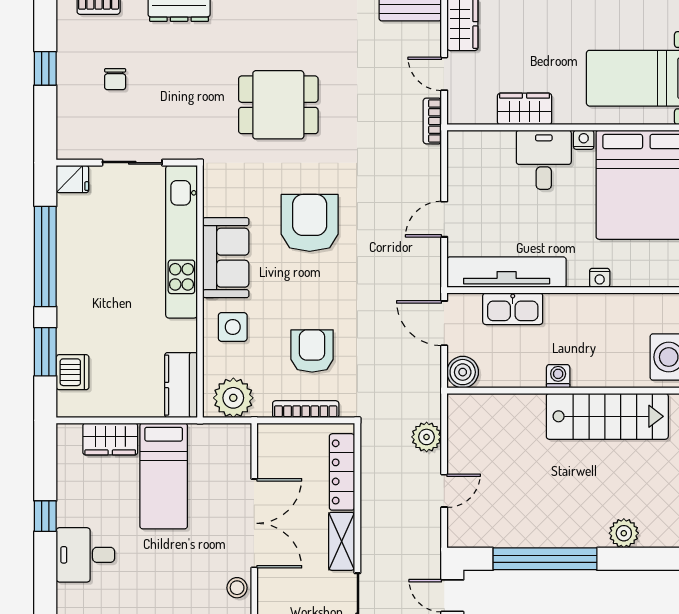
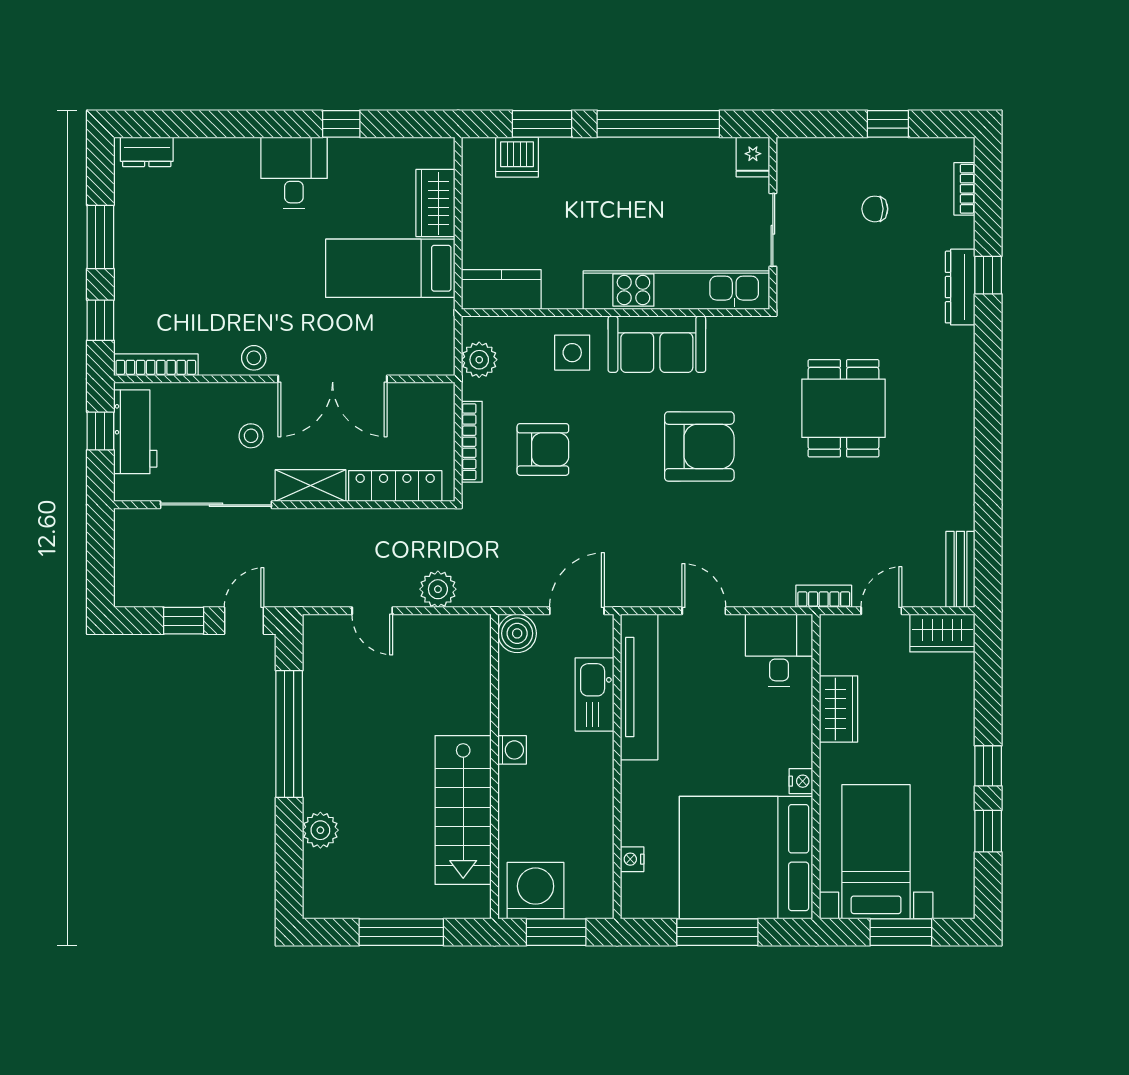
desk: (544, 160) -> (779, 650), moved, turned -90
nightstand: (600, 278) -> (632, 859), moved
plant: (233, 398) -> (479, 360), width x0.73, depth x0.73
stool: (301, 590) -> (251, 436), added

